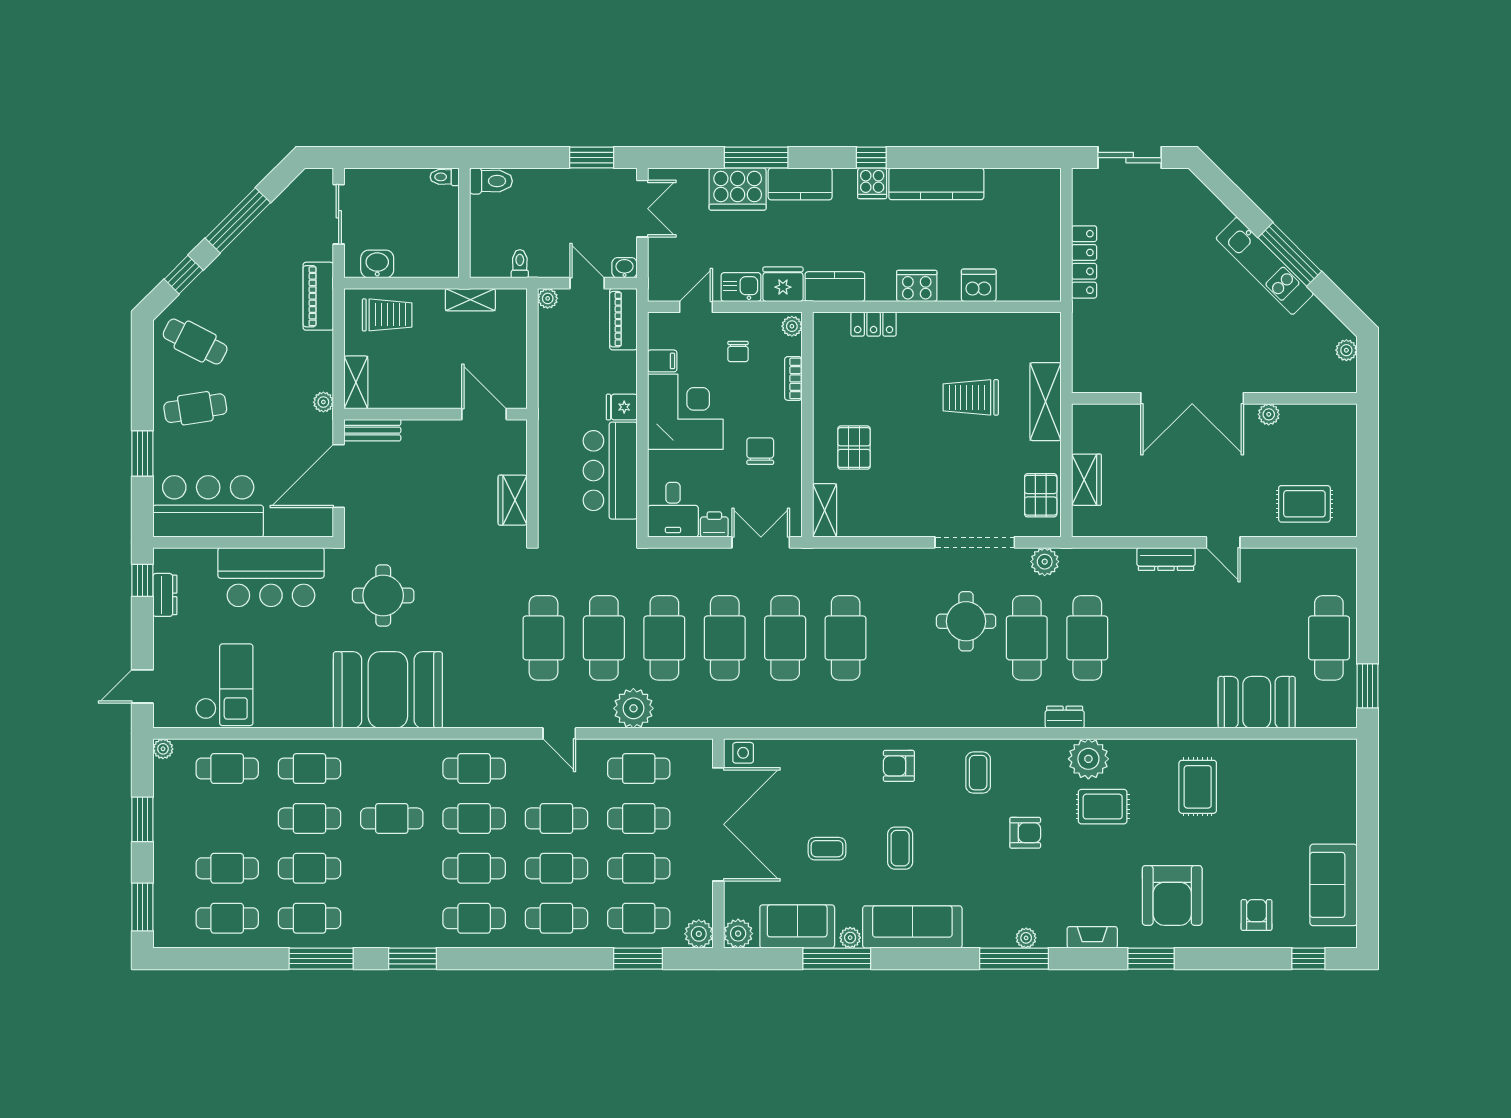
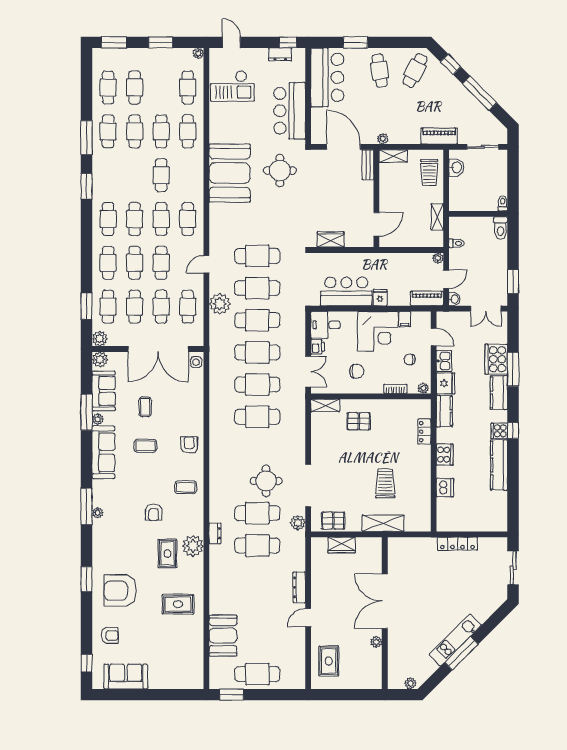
fireplace: (1092, 937) -> (98, 548), removed

